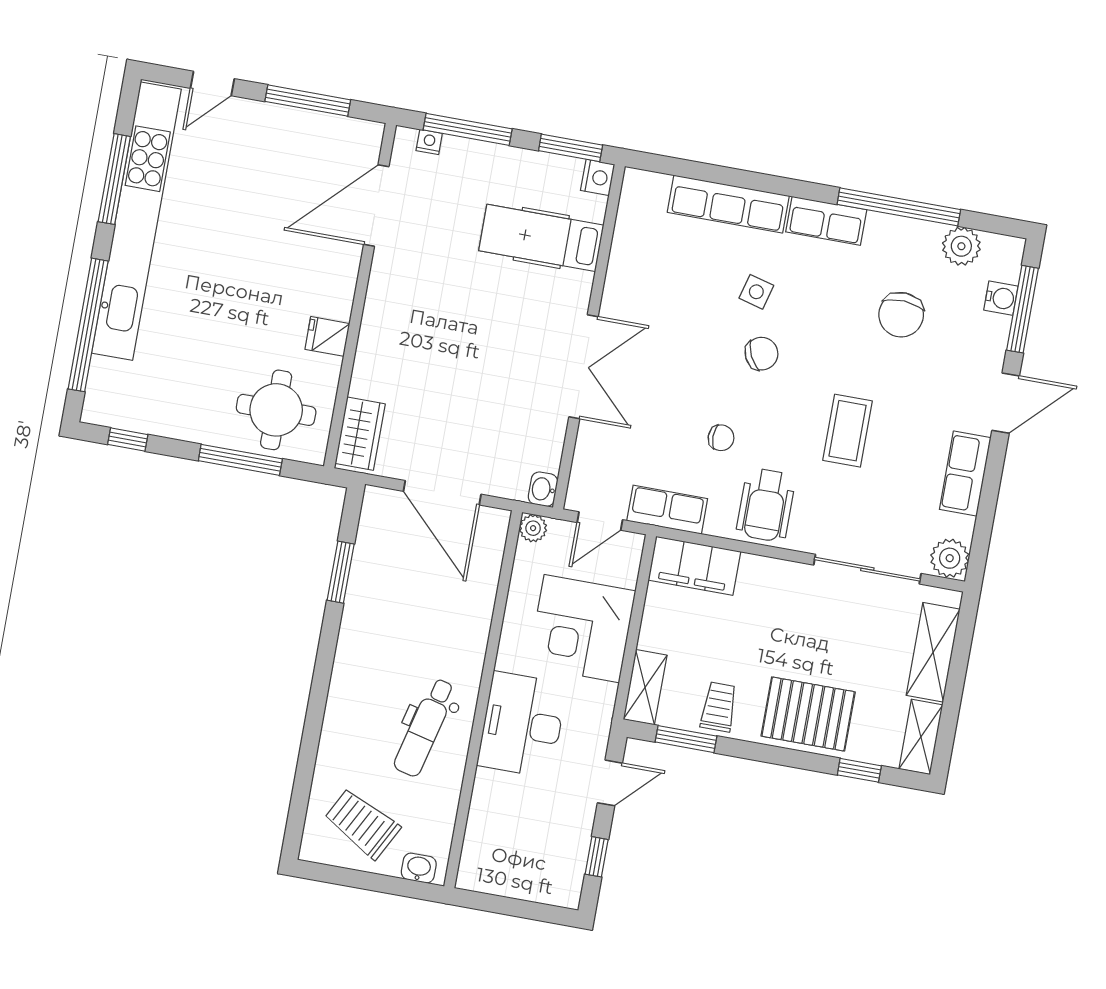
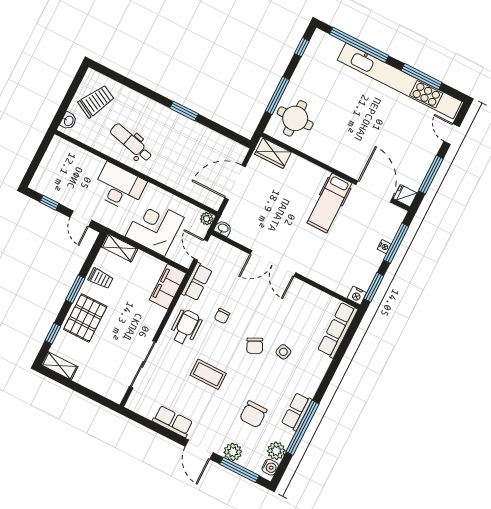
nightstand: (429, 142) -> (384, 247), moved
row of seats: (728, 204) -> (338, 330), moved
row of seats: (826, 221) -> (297, 412), moved
hospital bed: (541, 238) -> (329, 203), moved, turned 180
water cooler: (1001, 298) -> (270, 467), moved, turned -90
chair: (901, 315) -> (253, 414), turned -93
fridge: (327, 336) -> (405, 196), moved, turned -90
wheelchair: (766, 505) -> (186, 327), turned 90
plant: (950, 558) -> (233, 452), moved
window: (341, 572) -> (184, 111), moved
shelving: (933, 652) -> (96, 383), removed
window: (686, 739) -> (75, 289), moved

